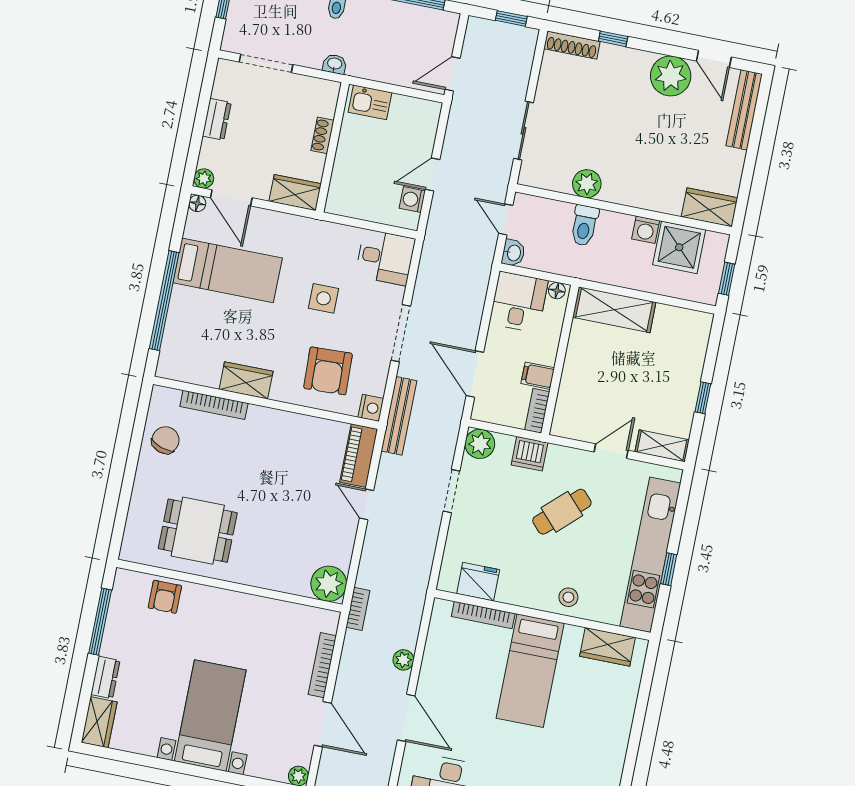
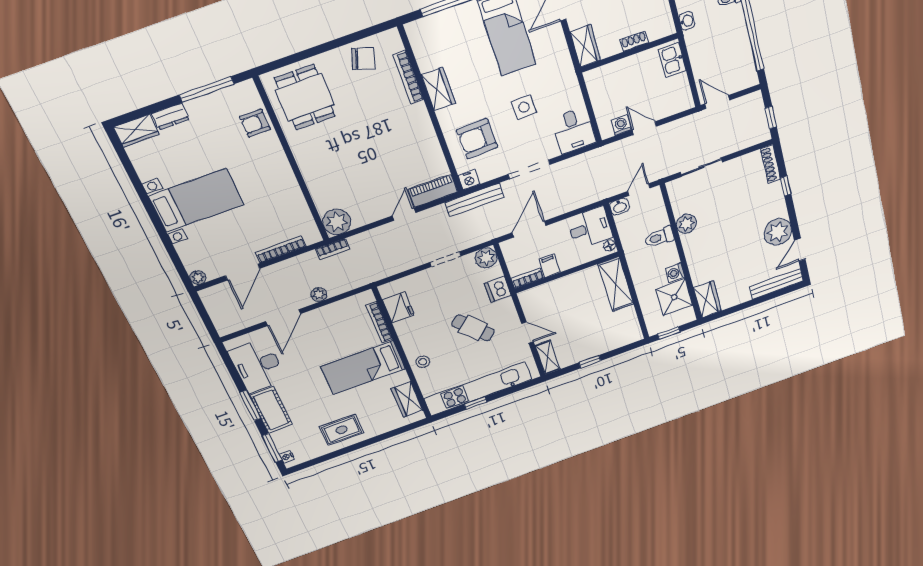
dining table: (198, 531) -> (305, 97), moved
rug: (598, 749) -> (342, 430), added

